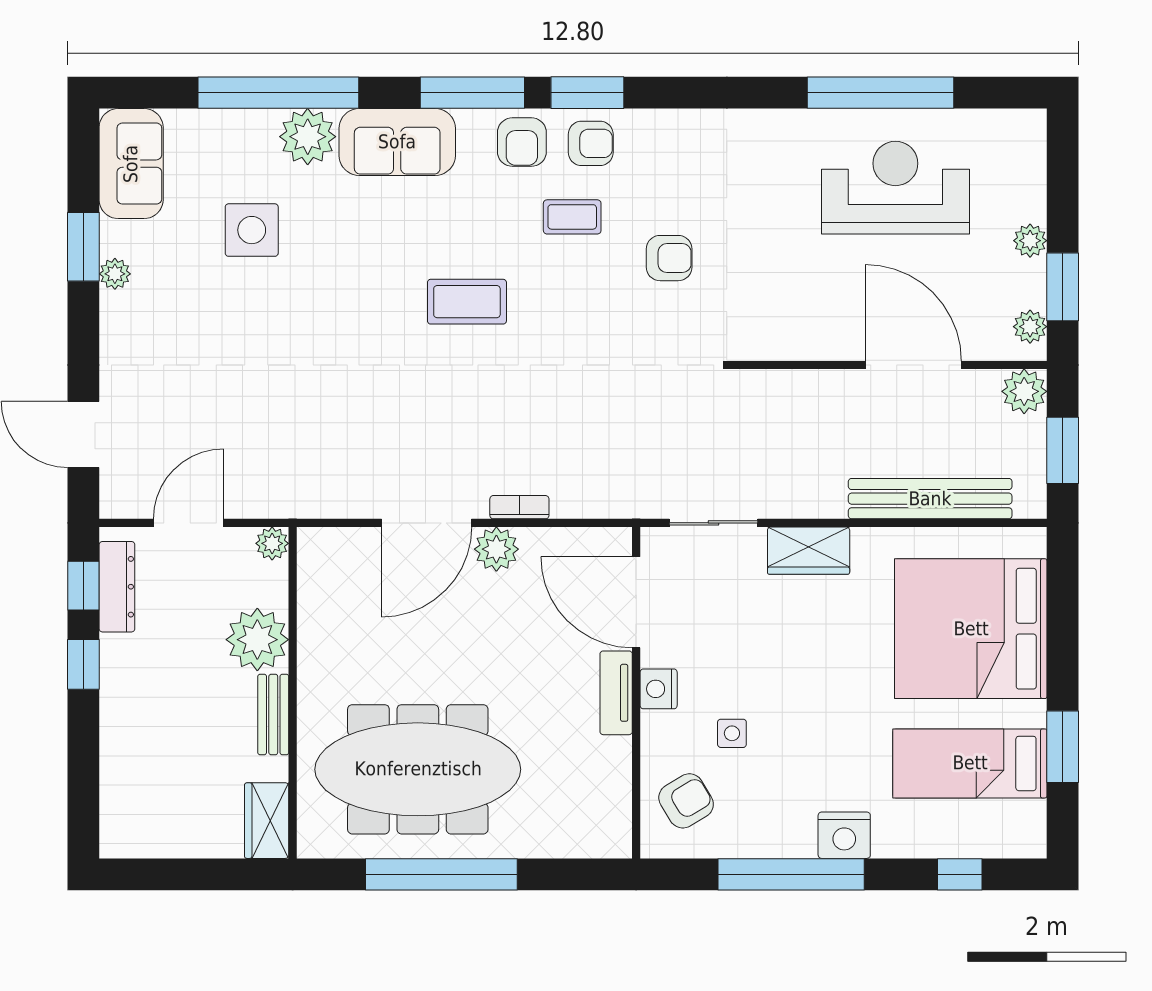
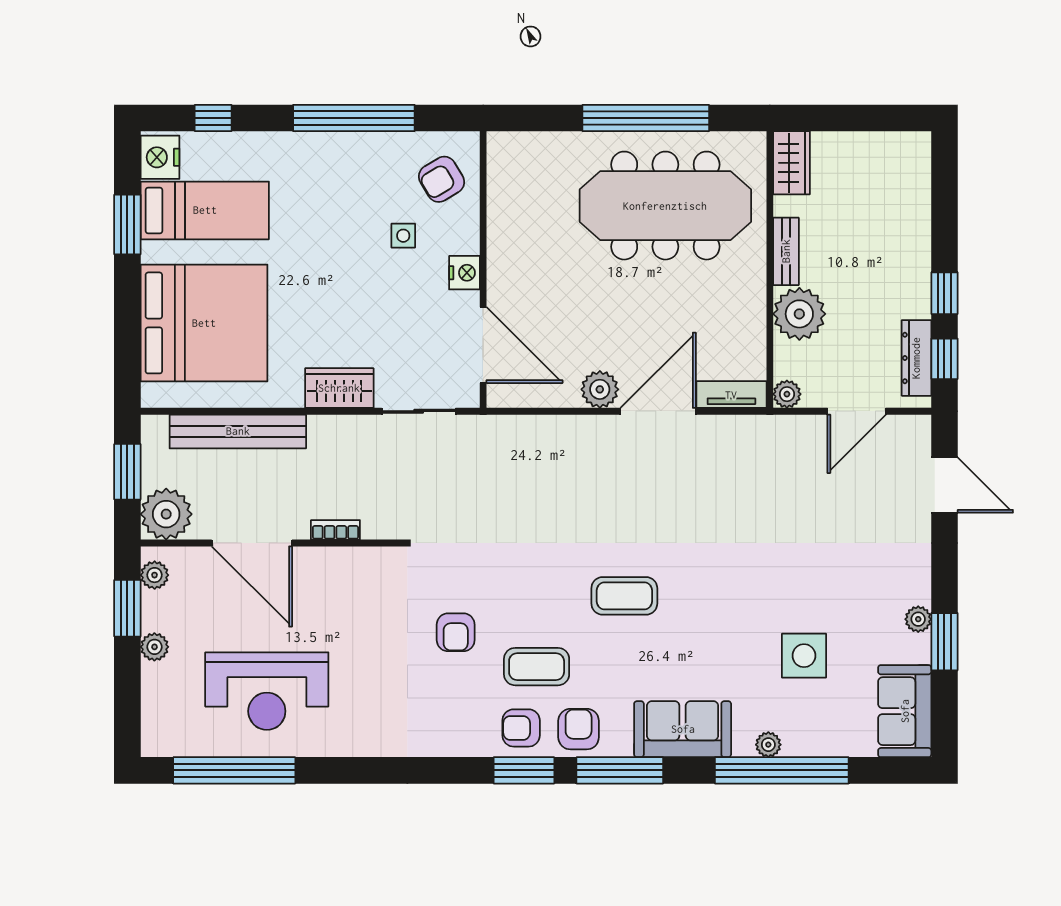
window: (880, 93) -> (234, 770), moved
plant: (308, 137) -> (768, 745), width x0.53, depth x0.53
coffee table: (572, 217) -> (537, 667), width x1.36, depth x1.30
armchair: (669, 258) -> (456, 632), turned -90
plant: (1024, 391) -> (166, 514), width x1.36, depth x1.36
bookcase: (519, 507) -> (335, 530), moved, turned 180
tv unit: (616, 693) -> (731, 395), moved, turned -90
nightstand: (844, 835) -> (160, 157), moved, turned -90

